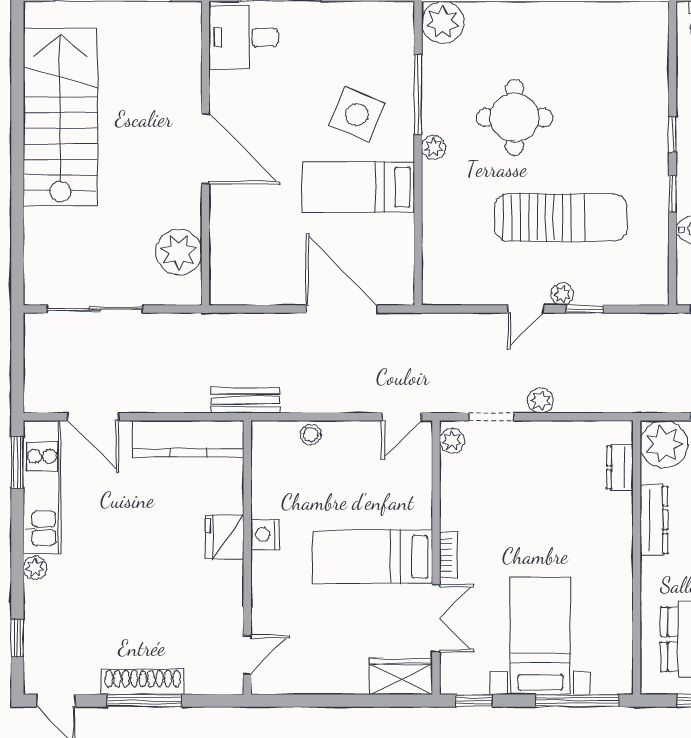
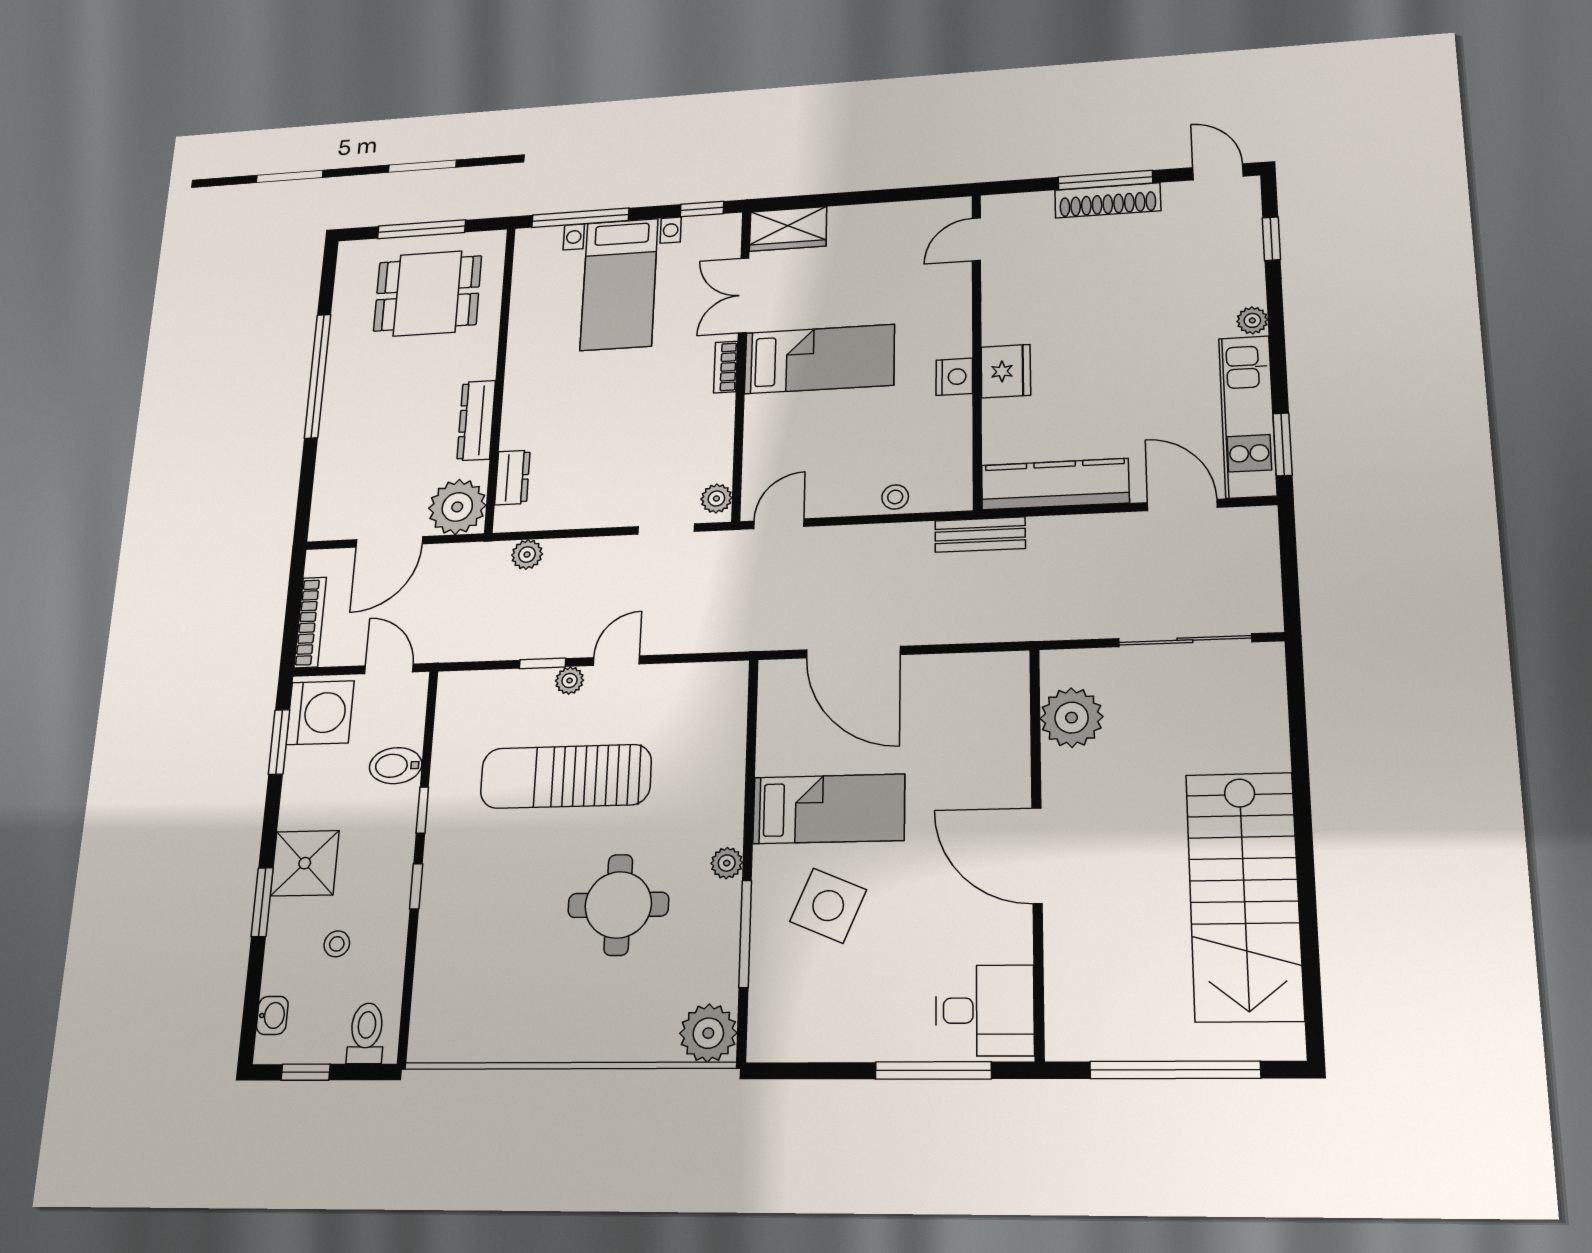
plant: (540, 401) -> (527, 554), moved

